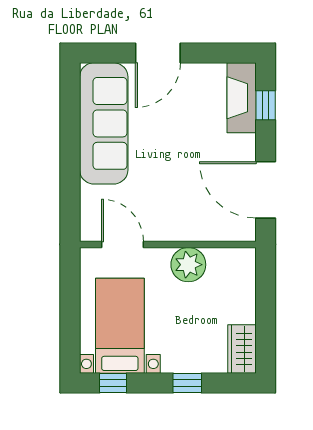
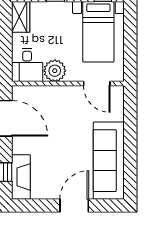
desk: (232, 273) -> (27, 65), added

